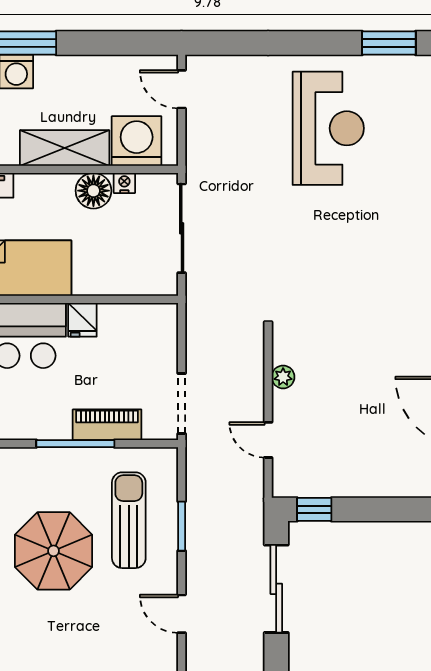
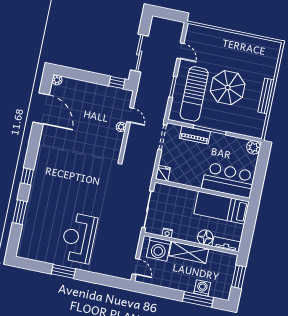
window: (389, 43) -> (63, 271), moved
floor lamp: (93, 191) -> (205, 237), moved
fridge: (82, 320) -> (163, 173), moved
plant: (283, 377) -> (121, 127), moved
sun lounger: (129, 520) -> (194, 94), width x1.36, depth x1.34

